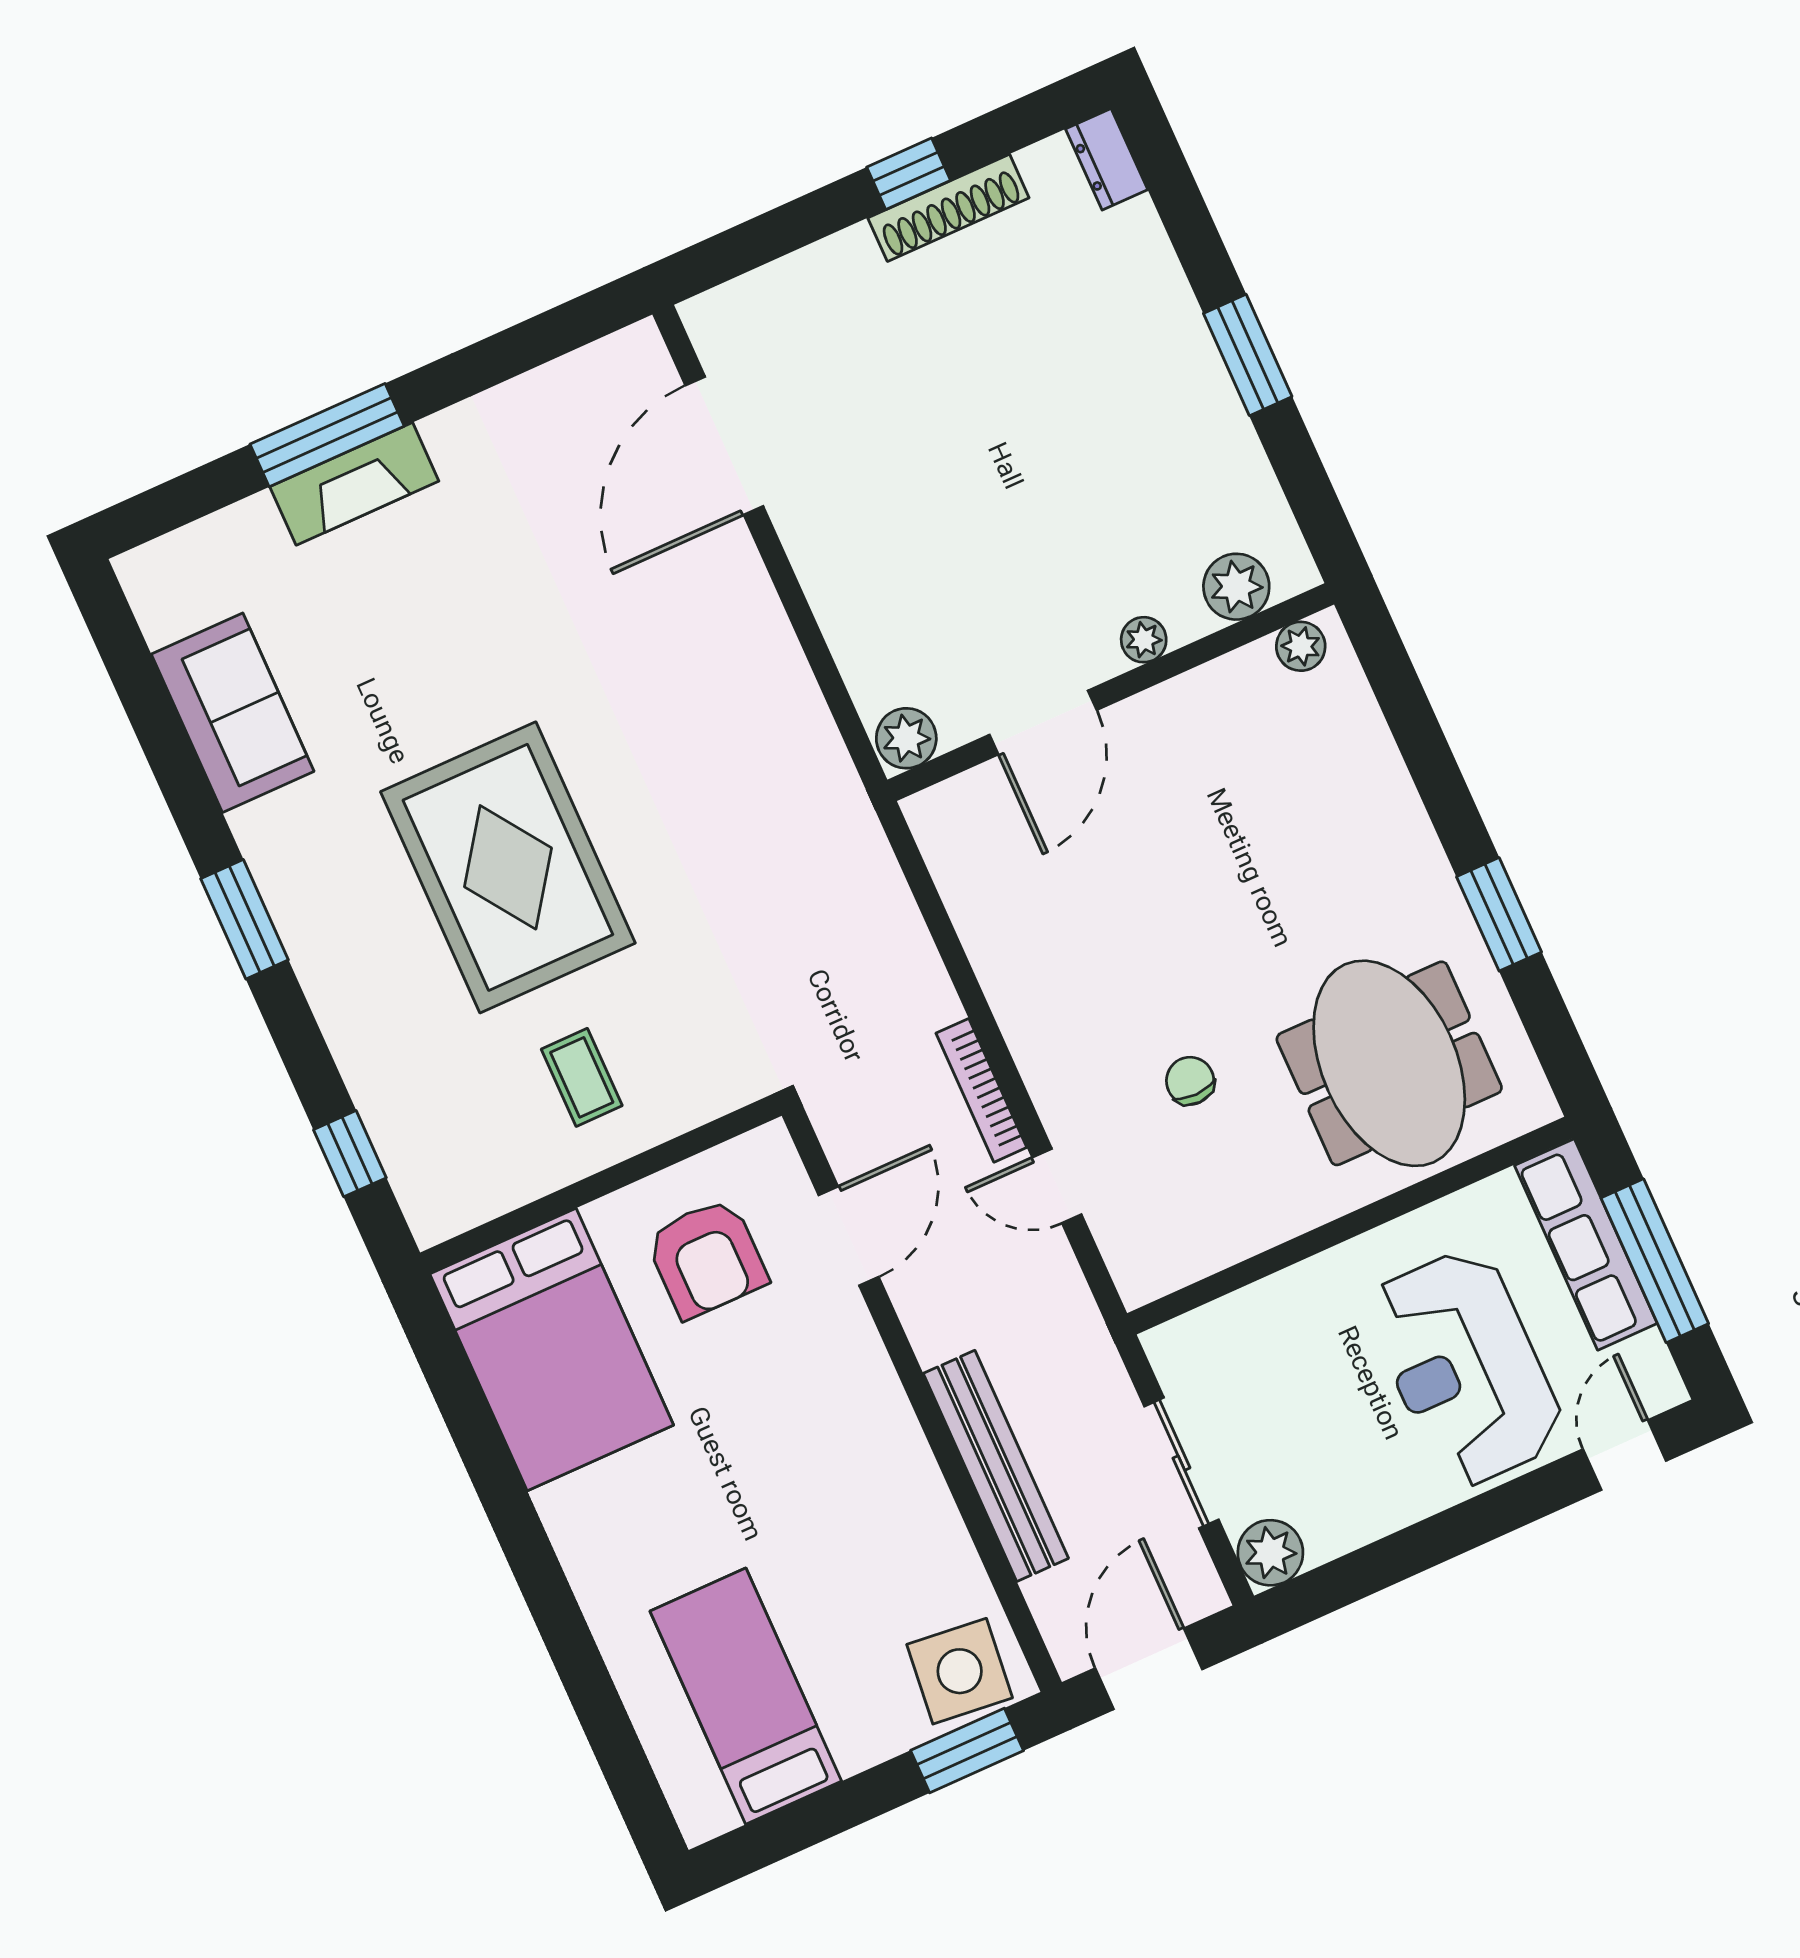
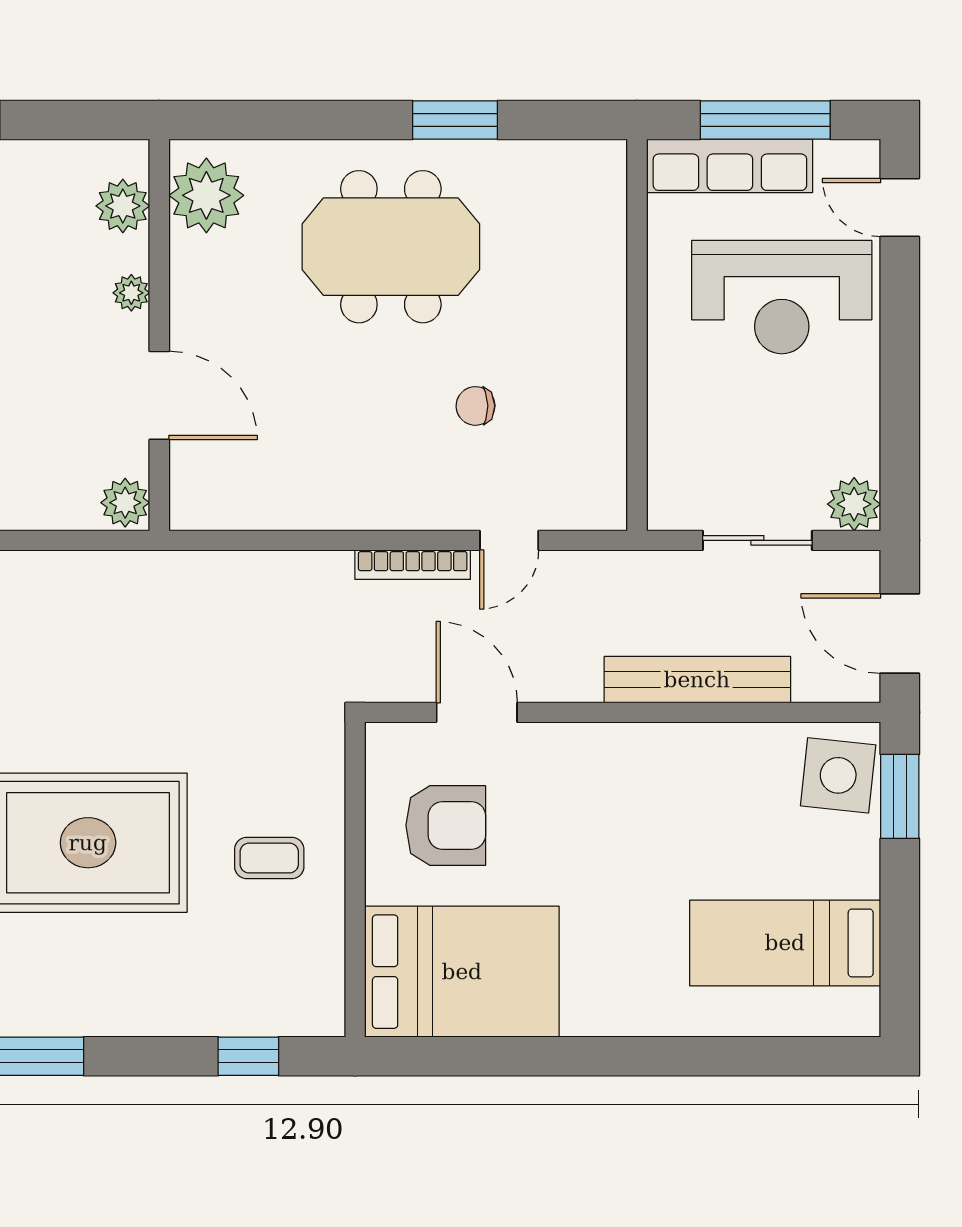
plant: (1301, 646) -> (206, 195), width x1.87, depth x1.87
meeting table: (1389, 1063) -> (391, 247), moved

